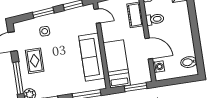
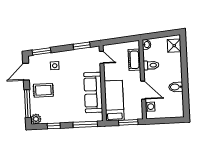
window: (43, 13) -> (42, 51), moved
rug: (35, 61) -> (43, 90), turned 90
bidet: (189, 62) -> (176, 87), moved

